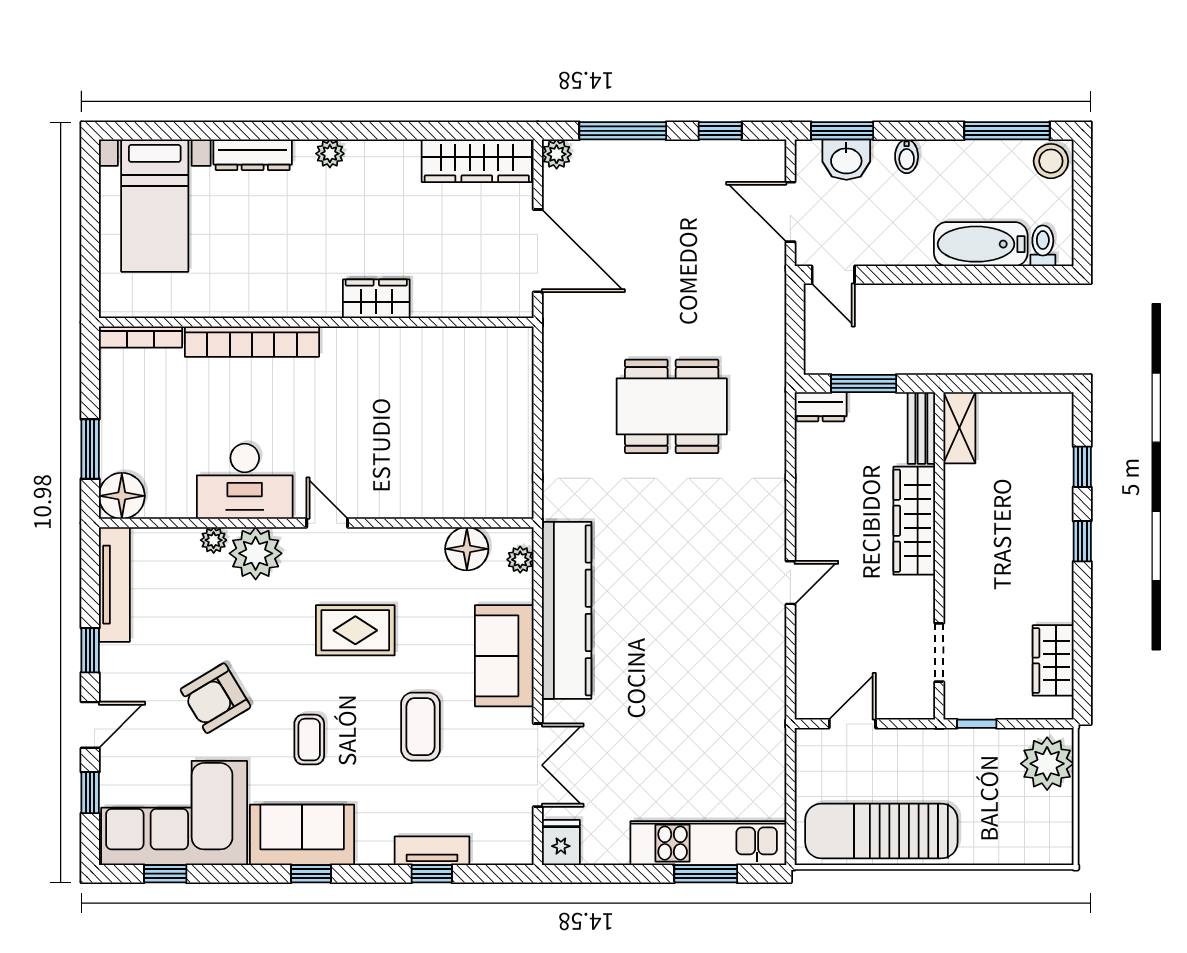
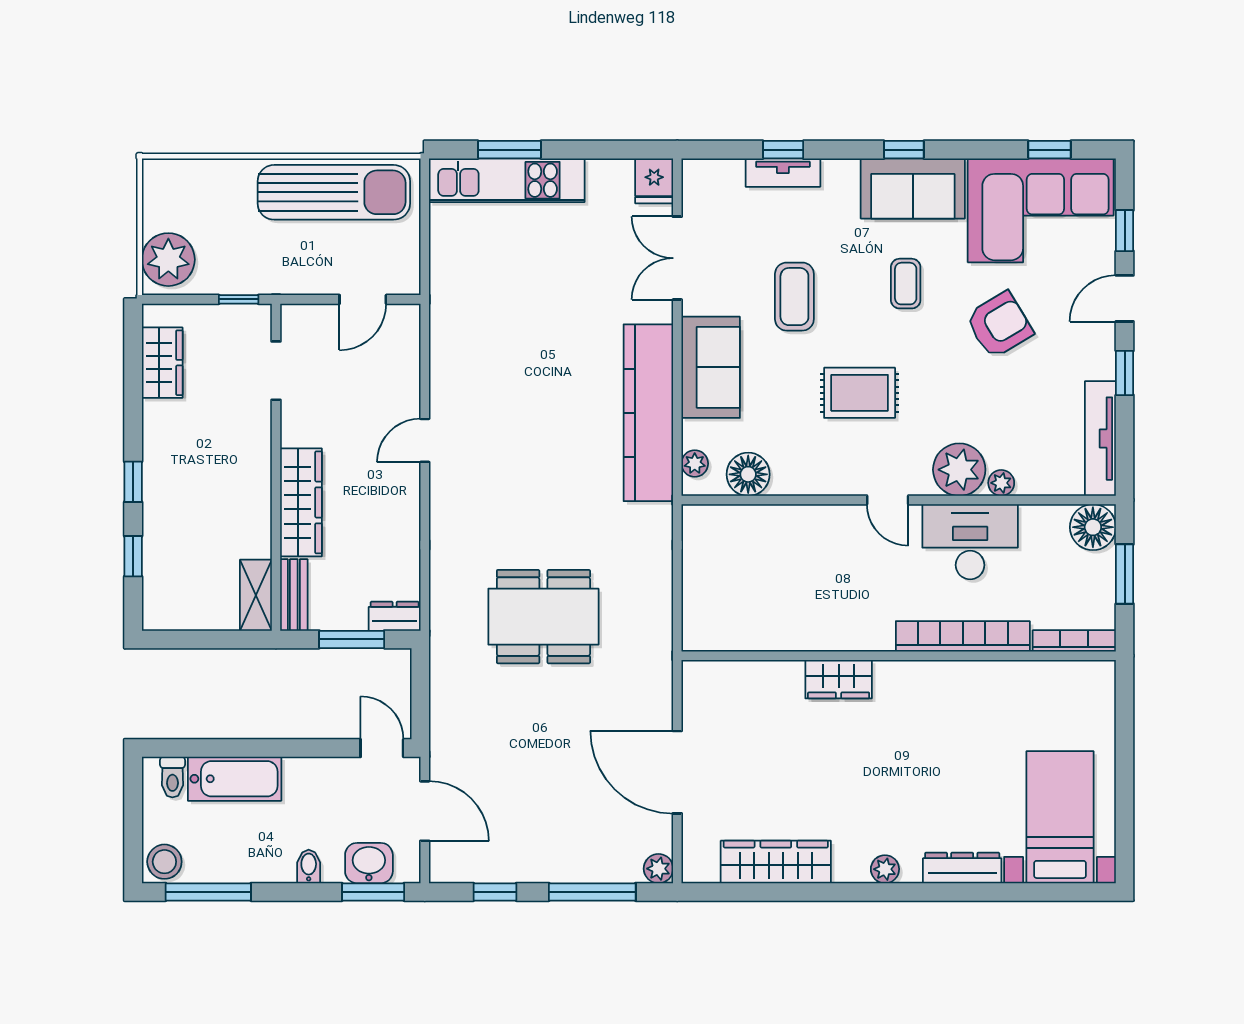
wardrobe: (477, 161) -> (776, 862), moved
wardrobe: (376, 299) -> (839, 679), moved
wall: (316, 322) -> (899, 656), moved
bookcase: (140, 337) -> (1074, 641), moved
bookcase: (252, 342) -> (963, 636), moved

